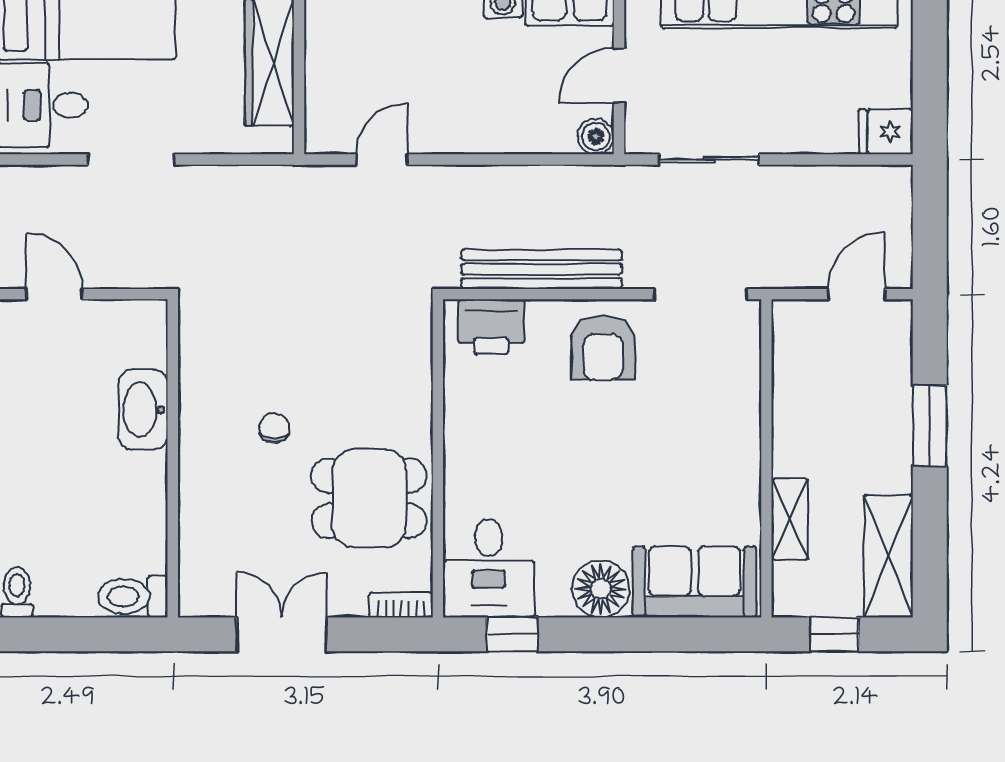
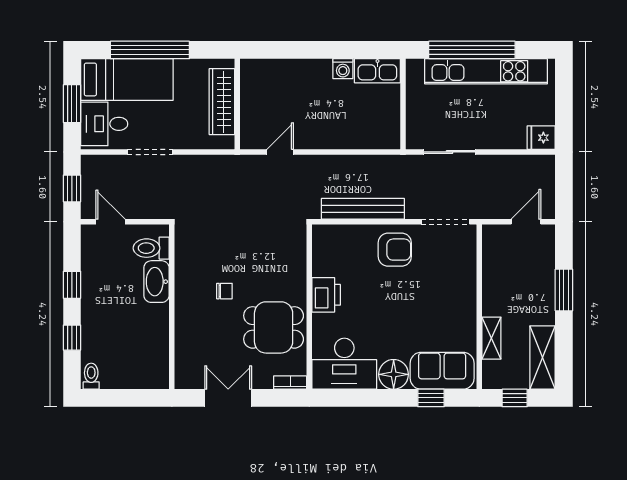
door: (619, 75) -> (403, 108), removed
boiler: (596, 136) -> (391, 140), removed
printer: (491, 327) -> (326, 295), moved, turned -90
armchair: (603, 348) -> (395, 250), turned -90
chair: (274, 428) -> (224, 291), turned 90
desk: (489, 568) -> (344, 364), width x1.37
toilet: (133, 596) -> (151, 248), moved
window: (512, 634) -> (431, 398), moved

